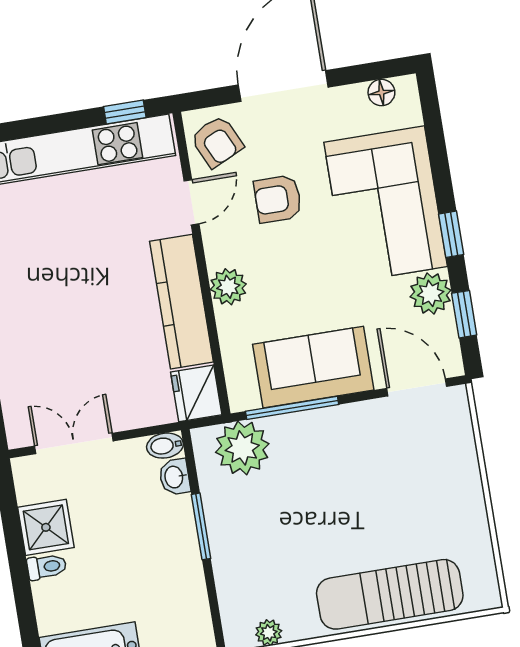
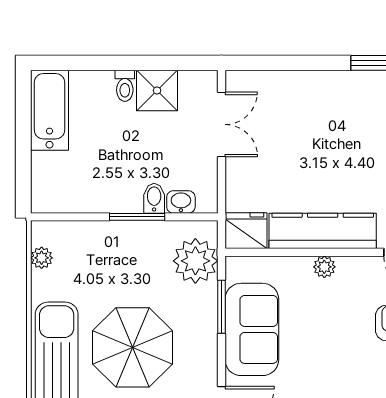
plant: (228, 287) -> (324, 267), width x0.73, depth x0.73
window: (292, 408) -> (221, 307), width x0.69
bidet: (165, 446) -> (154, 198), moved
parasol: (358, 506) -> (133, 347), added

